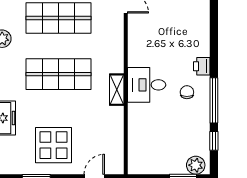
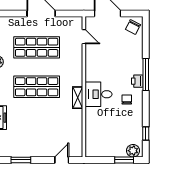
window: (214, 100) -> (146, 74), moved
display table: (54, 145) -> (33, 137), removed

